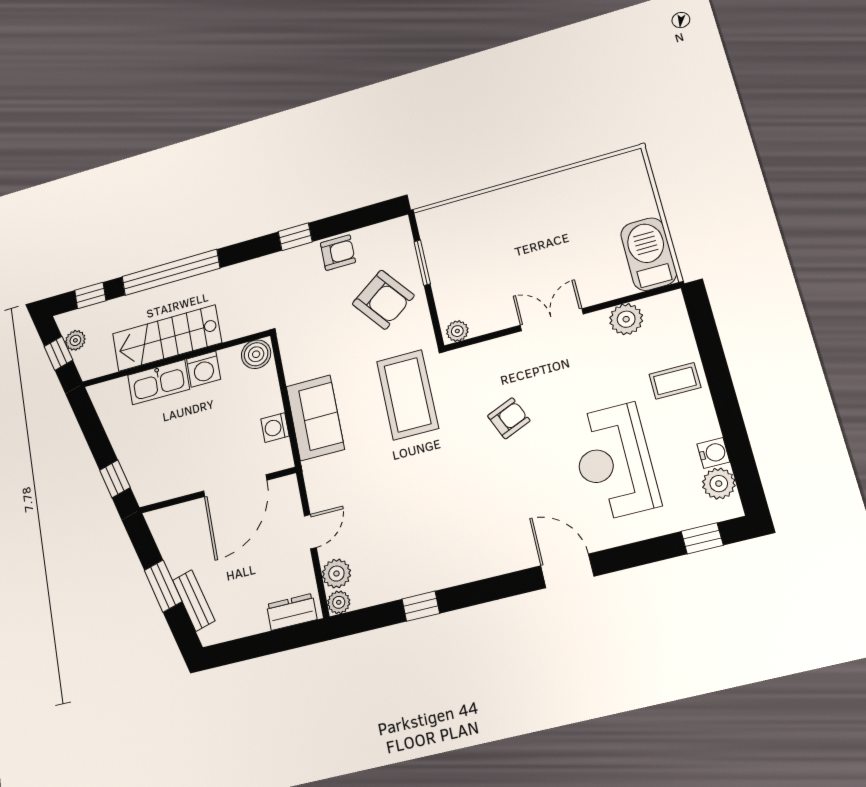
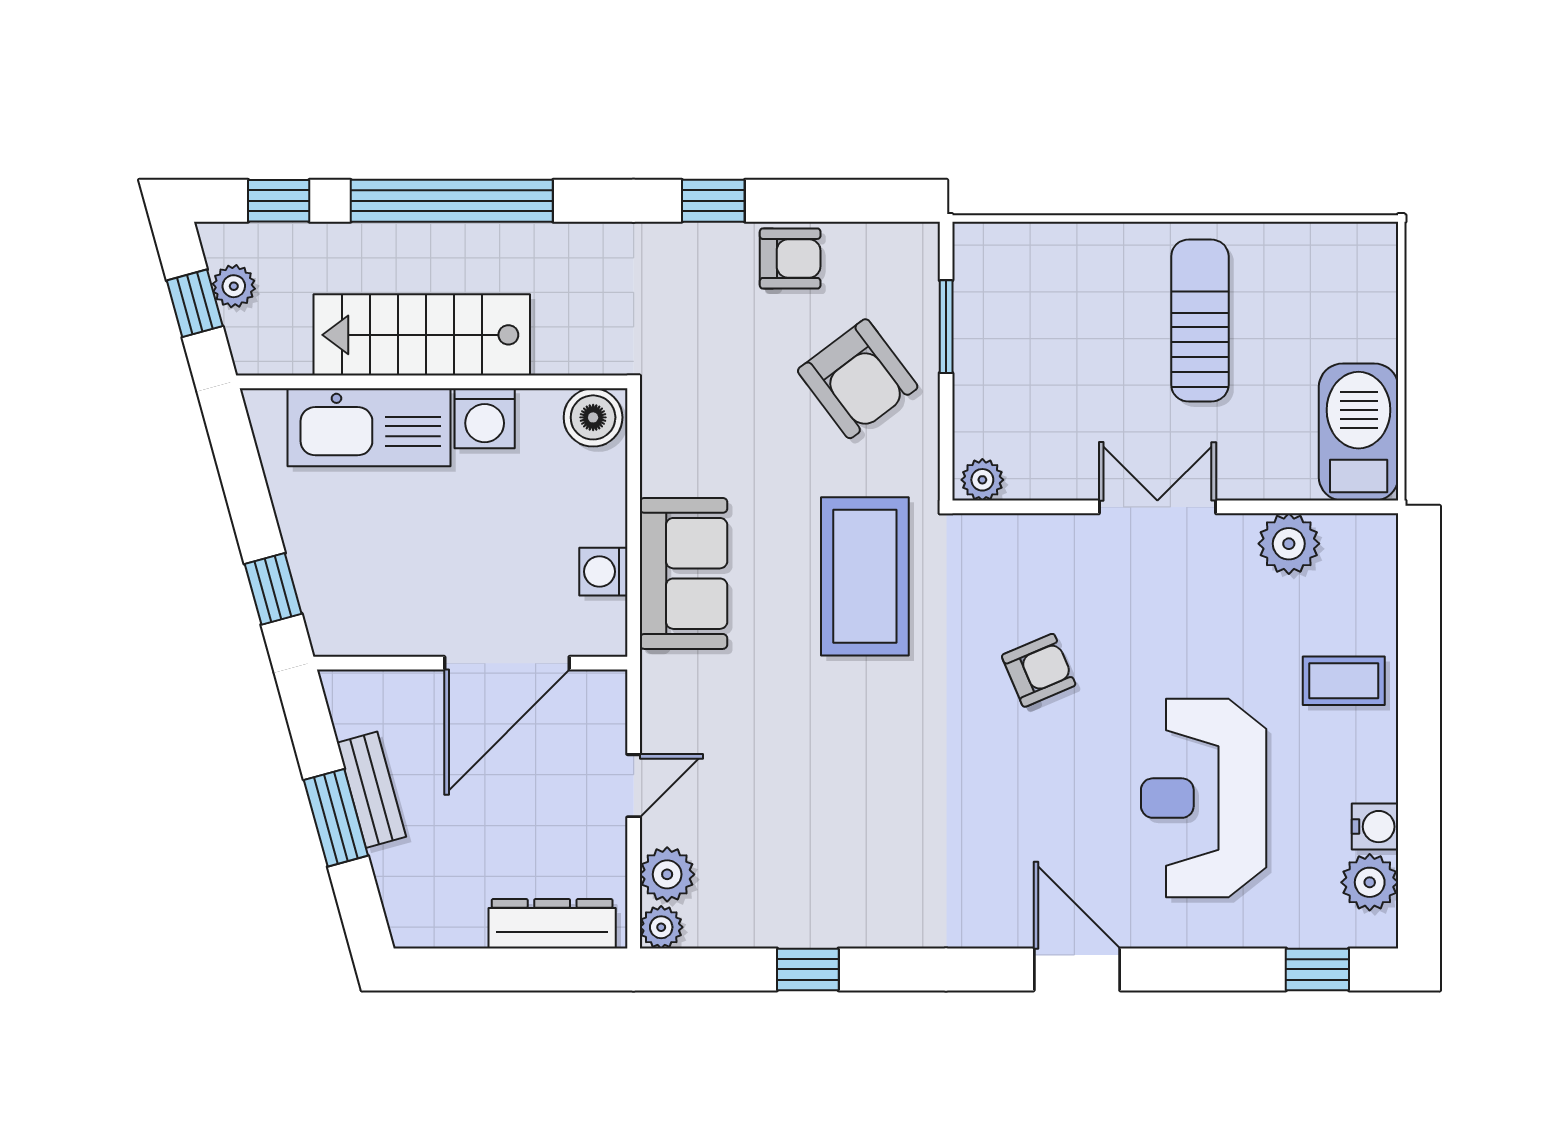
sun lounger: (551, 223) -> (1200, 321), added
kitchen sink: (159, 382) -> (369, 427), width x1.36, depth x1.24
bench: (194, 600) -> (372, 790), moved
dresser: (292, 612) -> (552, 924), width x1.44

